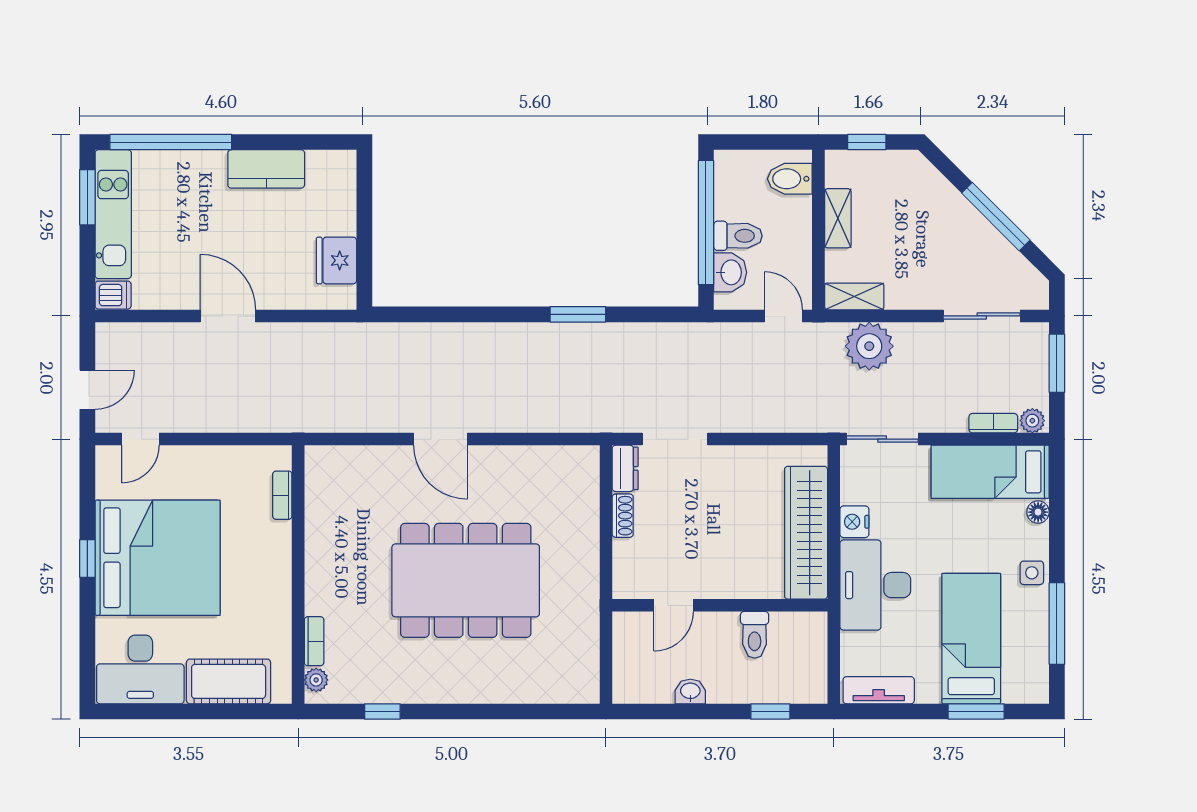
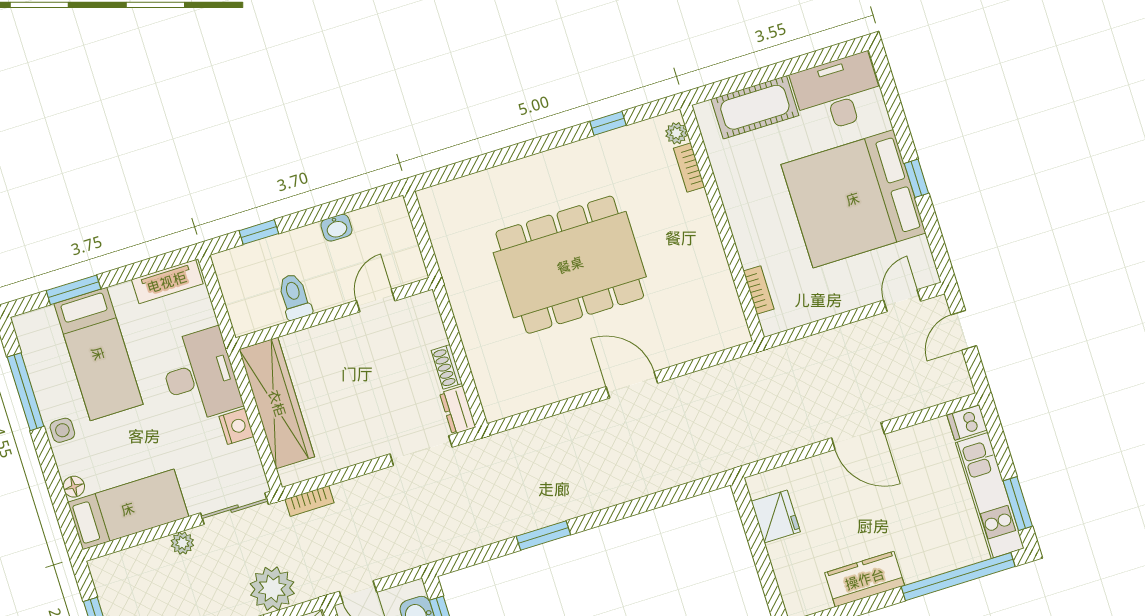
plant: (1032, 421) -> (182, 543), moved
bookcase: (993, 423) -> (309, 501), moved

